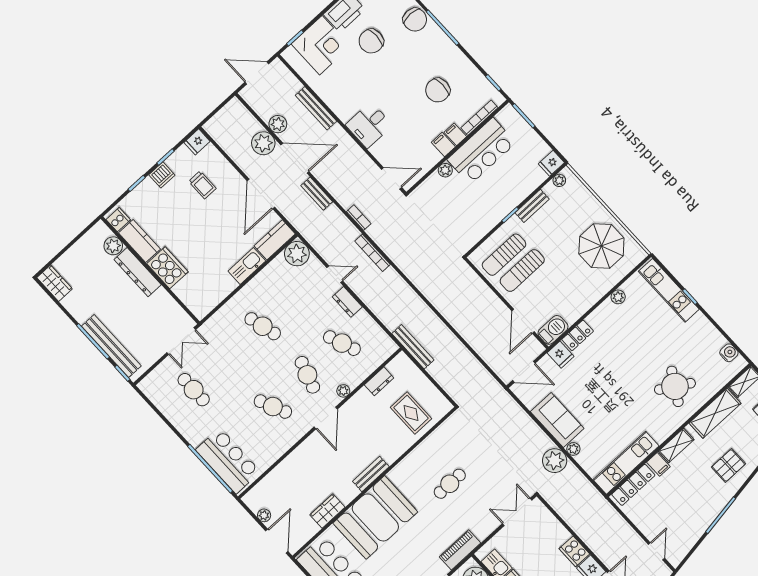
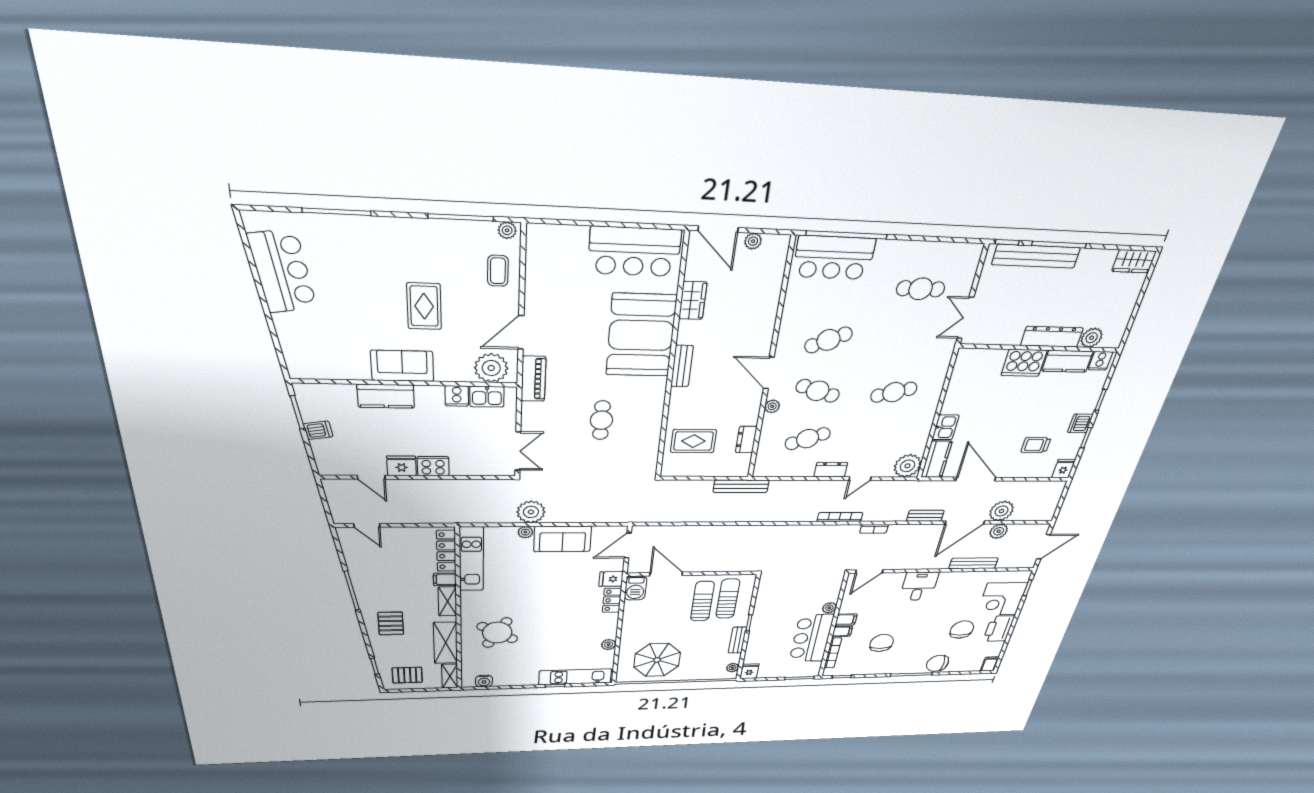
kitchen sink: (247, 266) -> (946, 427), width x0.73

